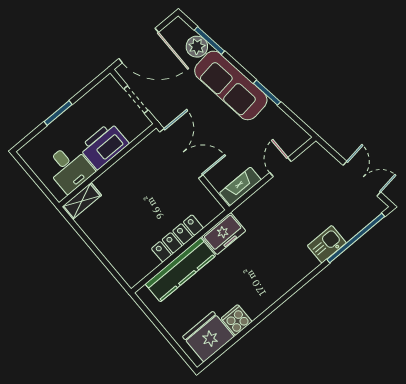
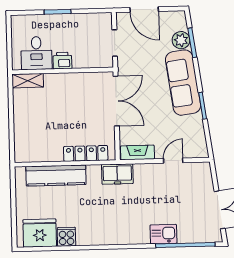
door: (139, 45) -> (144, 10), width x0.73
printer: (104, 146) -> (62, 61), width x0.53, depth x0.68
freezer: (224, 234) -> (117, 174), moved
locker: (177, 238) -> (86, 153), moved

